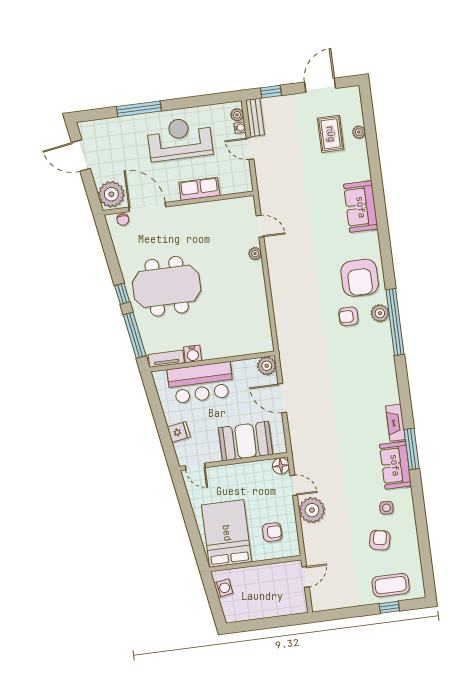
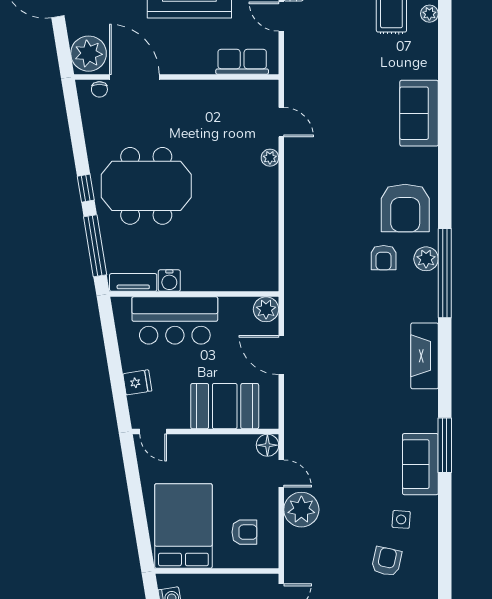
row of seats: (199, 189) -> (242, 62), moved
armchair: (348, 316) -> (384, 258), turned -90
fireplace: (395, 423) -> (425, 356), moved, width x1.37, depth x1.32

